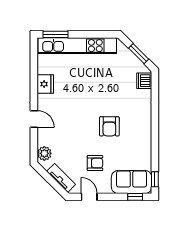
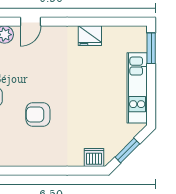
kitchen unit: (77, 46) -> (137, 88), width x0.73
door: (34, 119) -> (31, 22), moved

